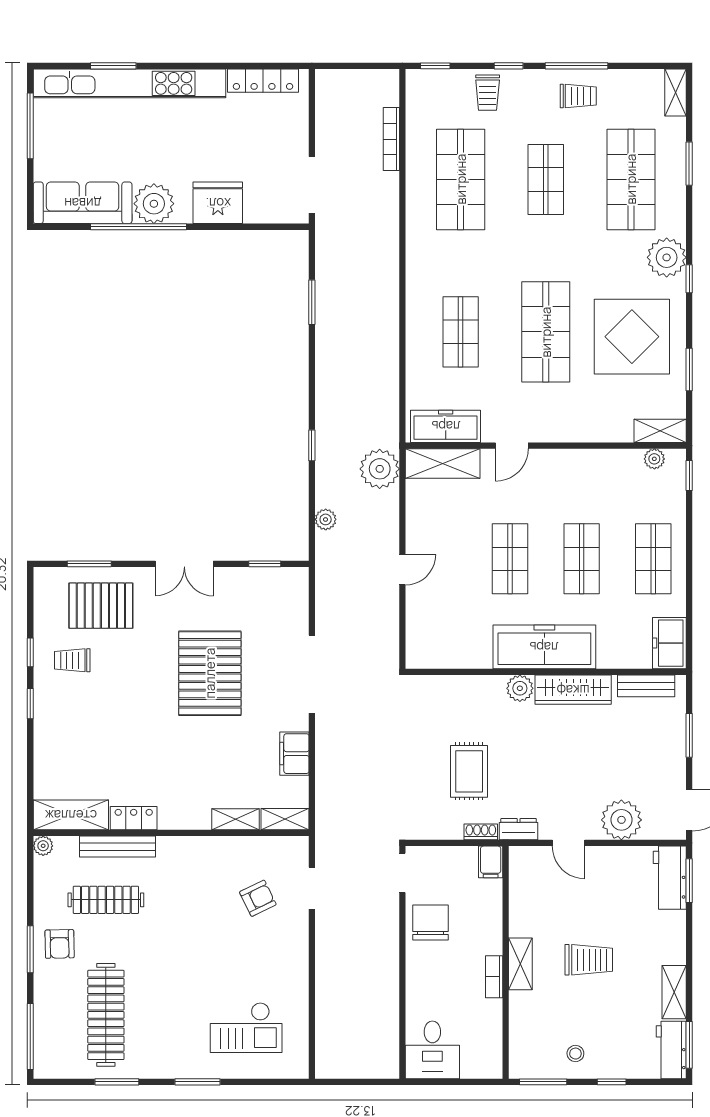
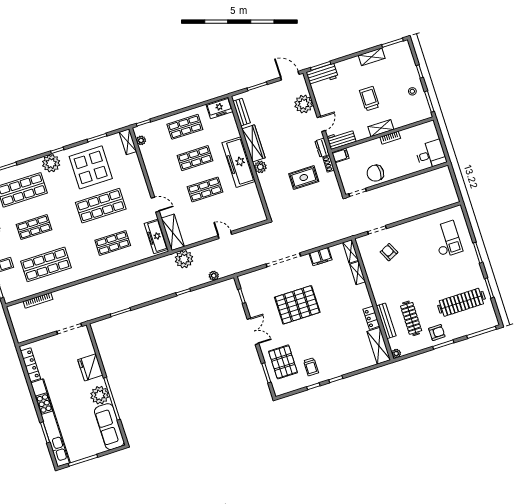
workbench: (671, 1050) -> (341, 139), moved, turned 180

